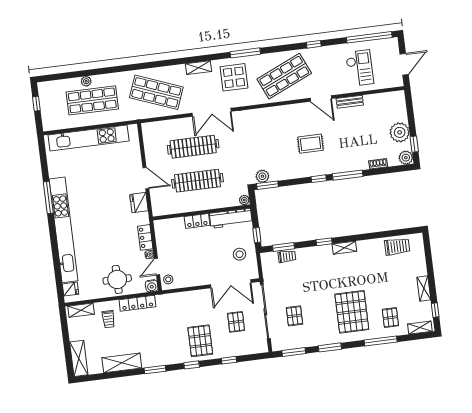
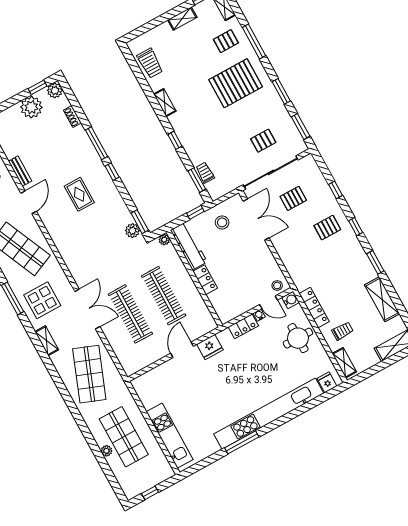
kitchen unit: (89, 138) -> (170, 436), width x0.73
trolley: (397, 247) -> (150, 63), turned 180
shelving: (344, 248) -> (165, 103), moved
pallet: (200, 341) -> (327, 228), width x0.67, depth x0.71

